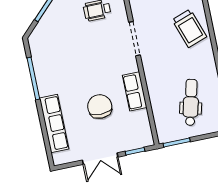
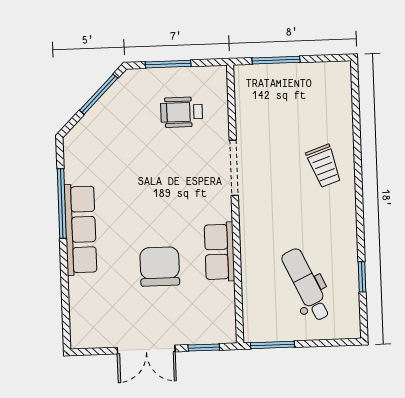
trolley: (189, 28) -> (324, 166), width x0.73, depth x0.72
dental chair: (191, 102) -> (306, 285), turned -39
row of seats: (54, 123) -> (80, 230), moved

